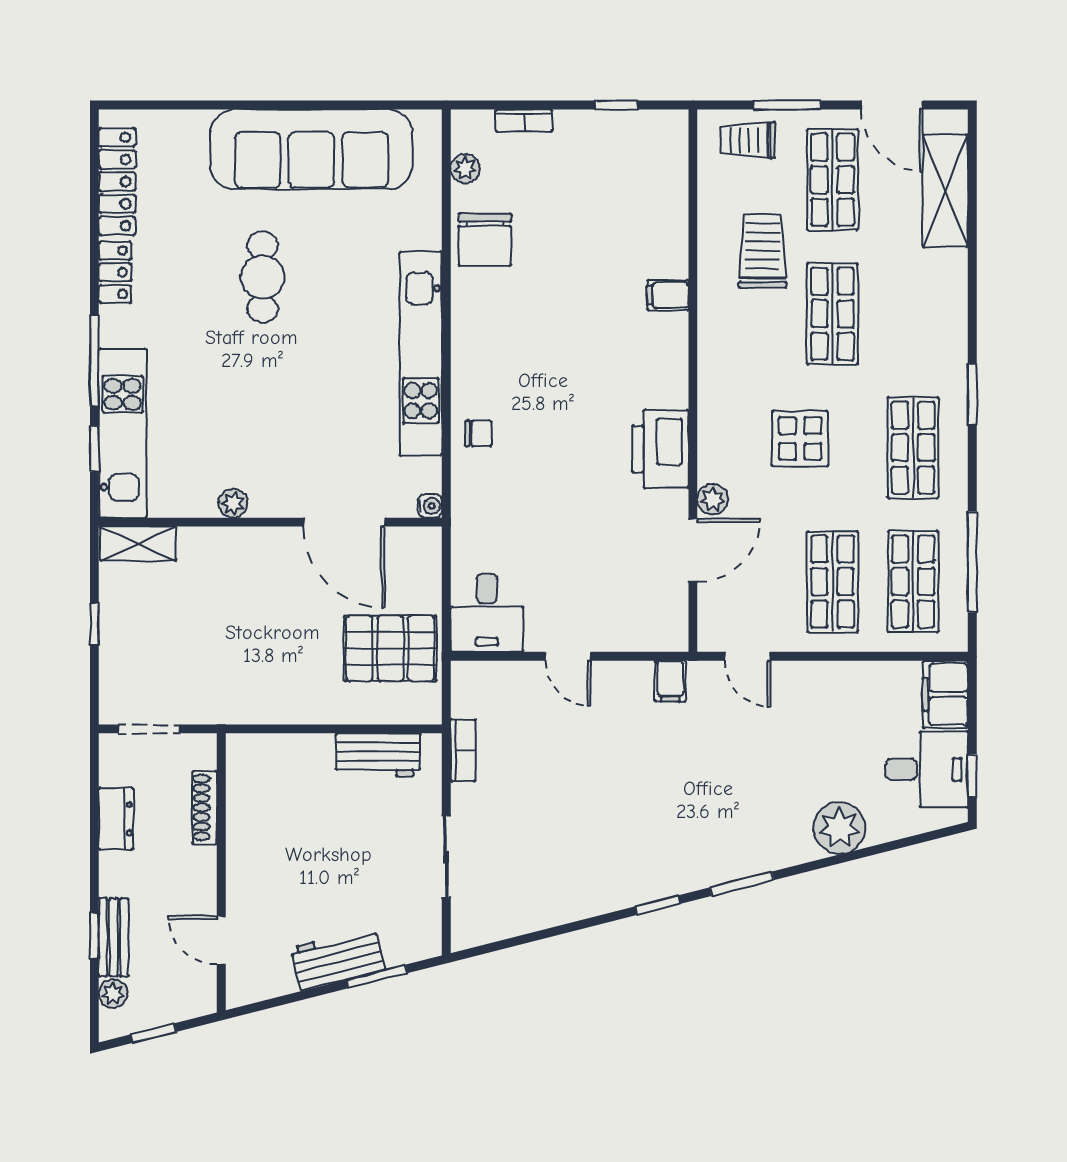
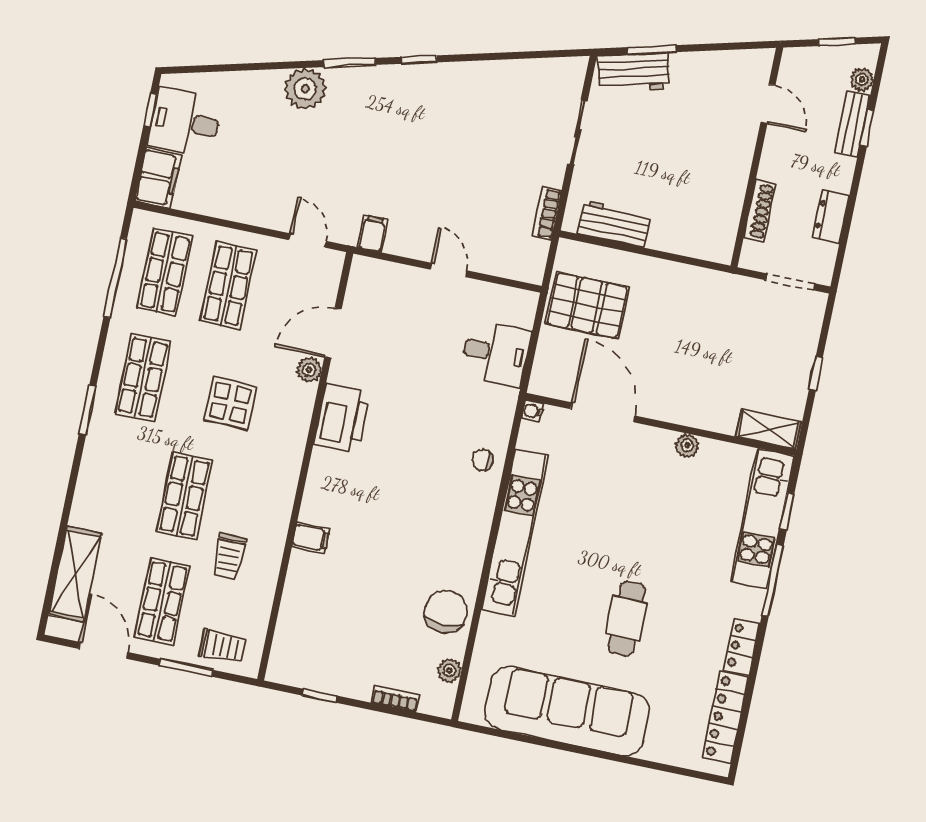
trolley: (763, 251) -> (229, 557), width x0.73, depth x0.72
desk: (487, 613) -> (496, 353), moved, turned 90
plant: (839, 828) -> (305, 89), moved
workbench: (338, 959) -> (633, 72), moved

